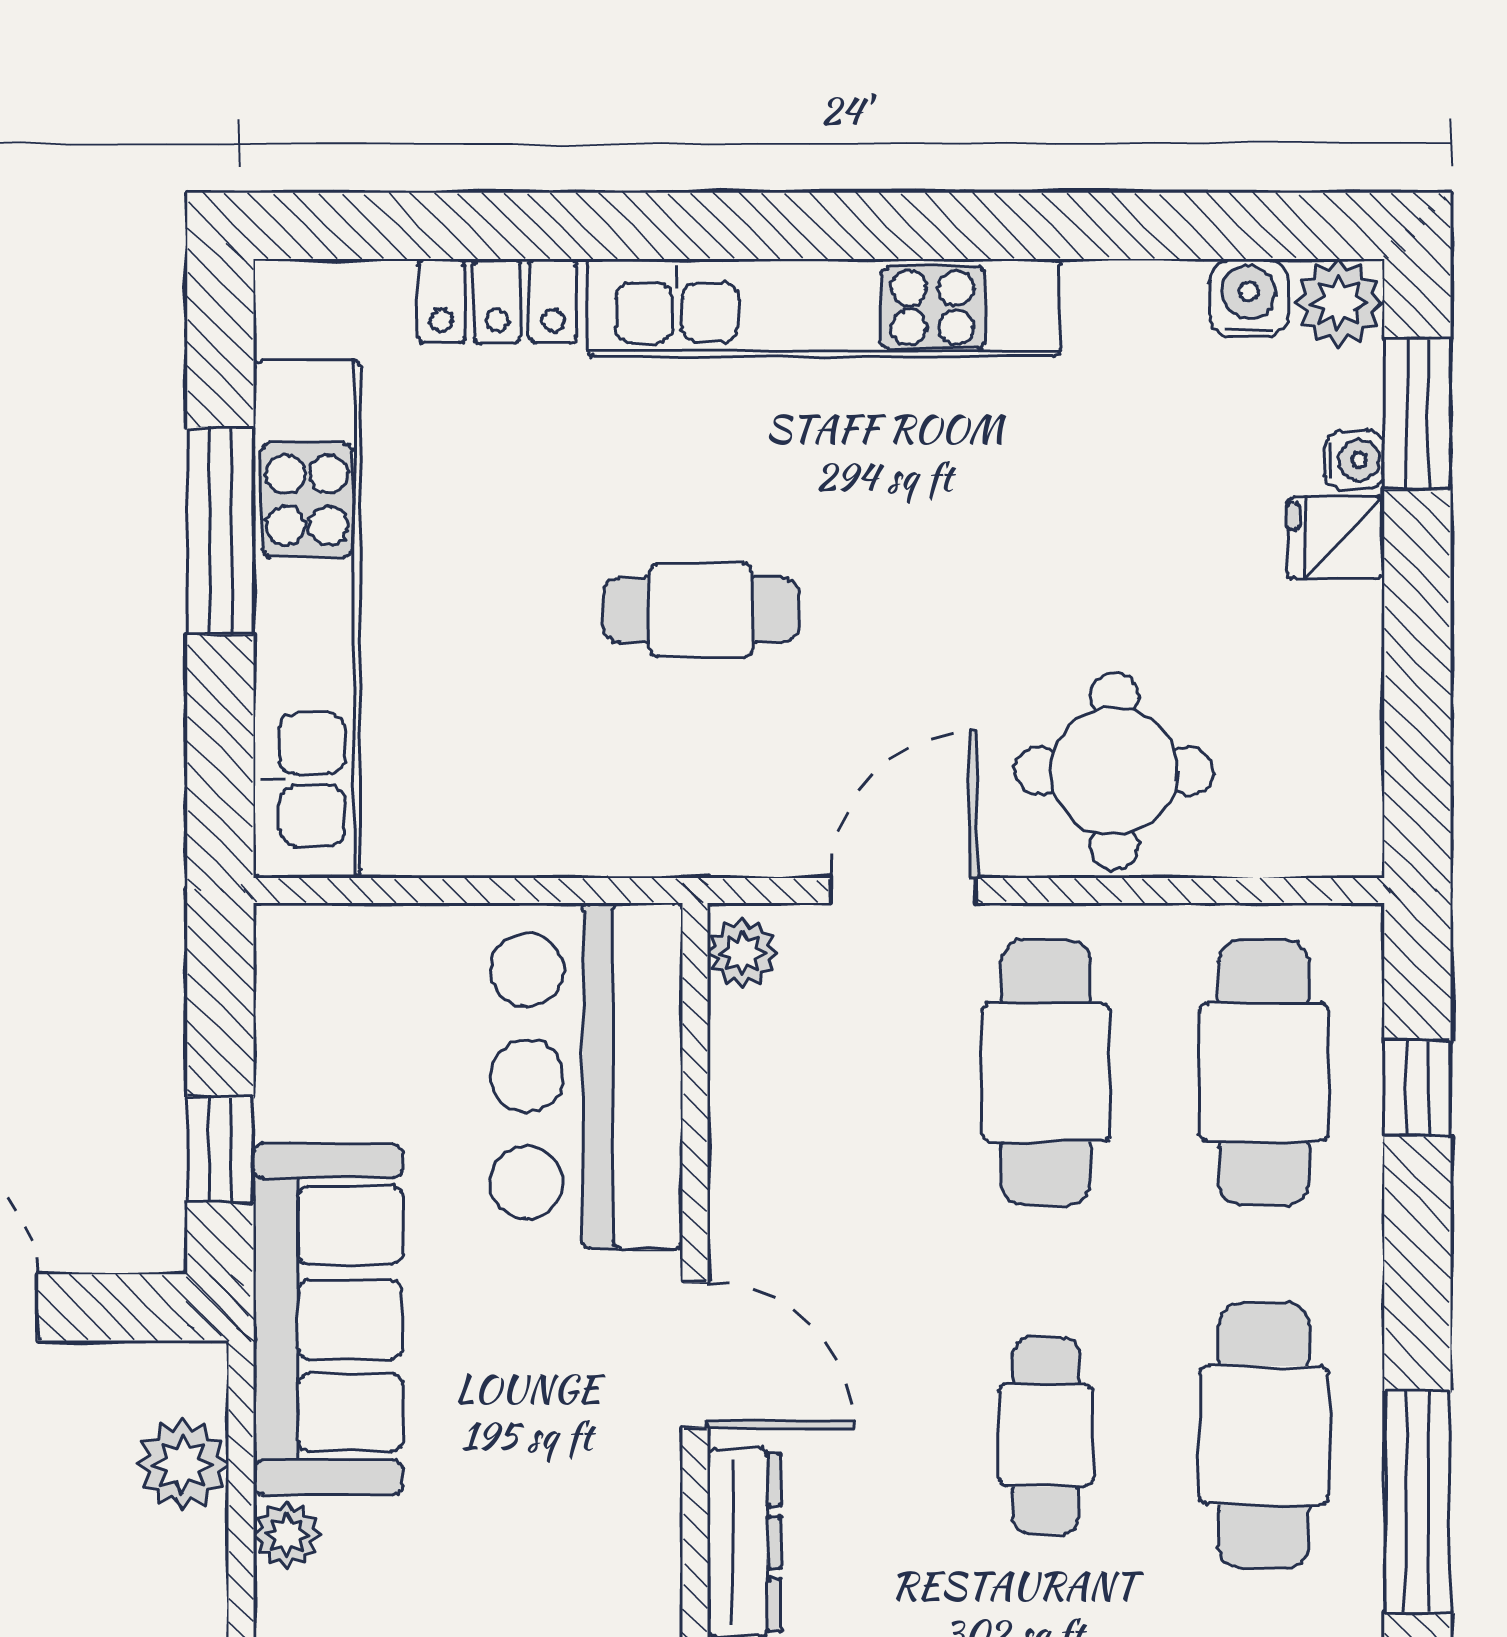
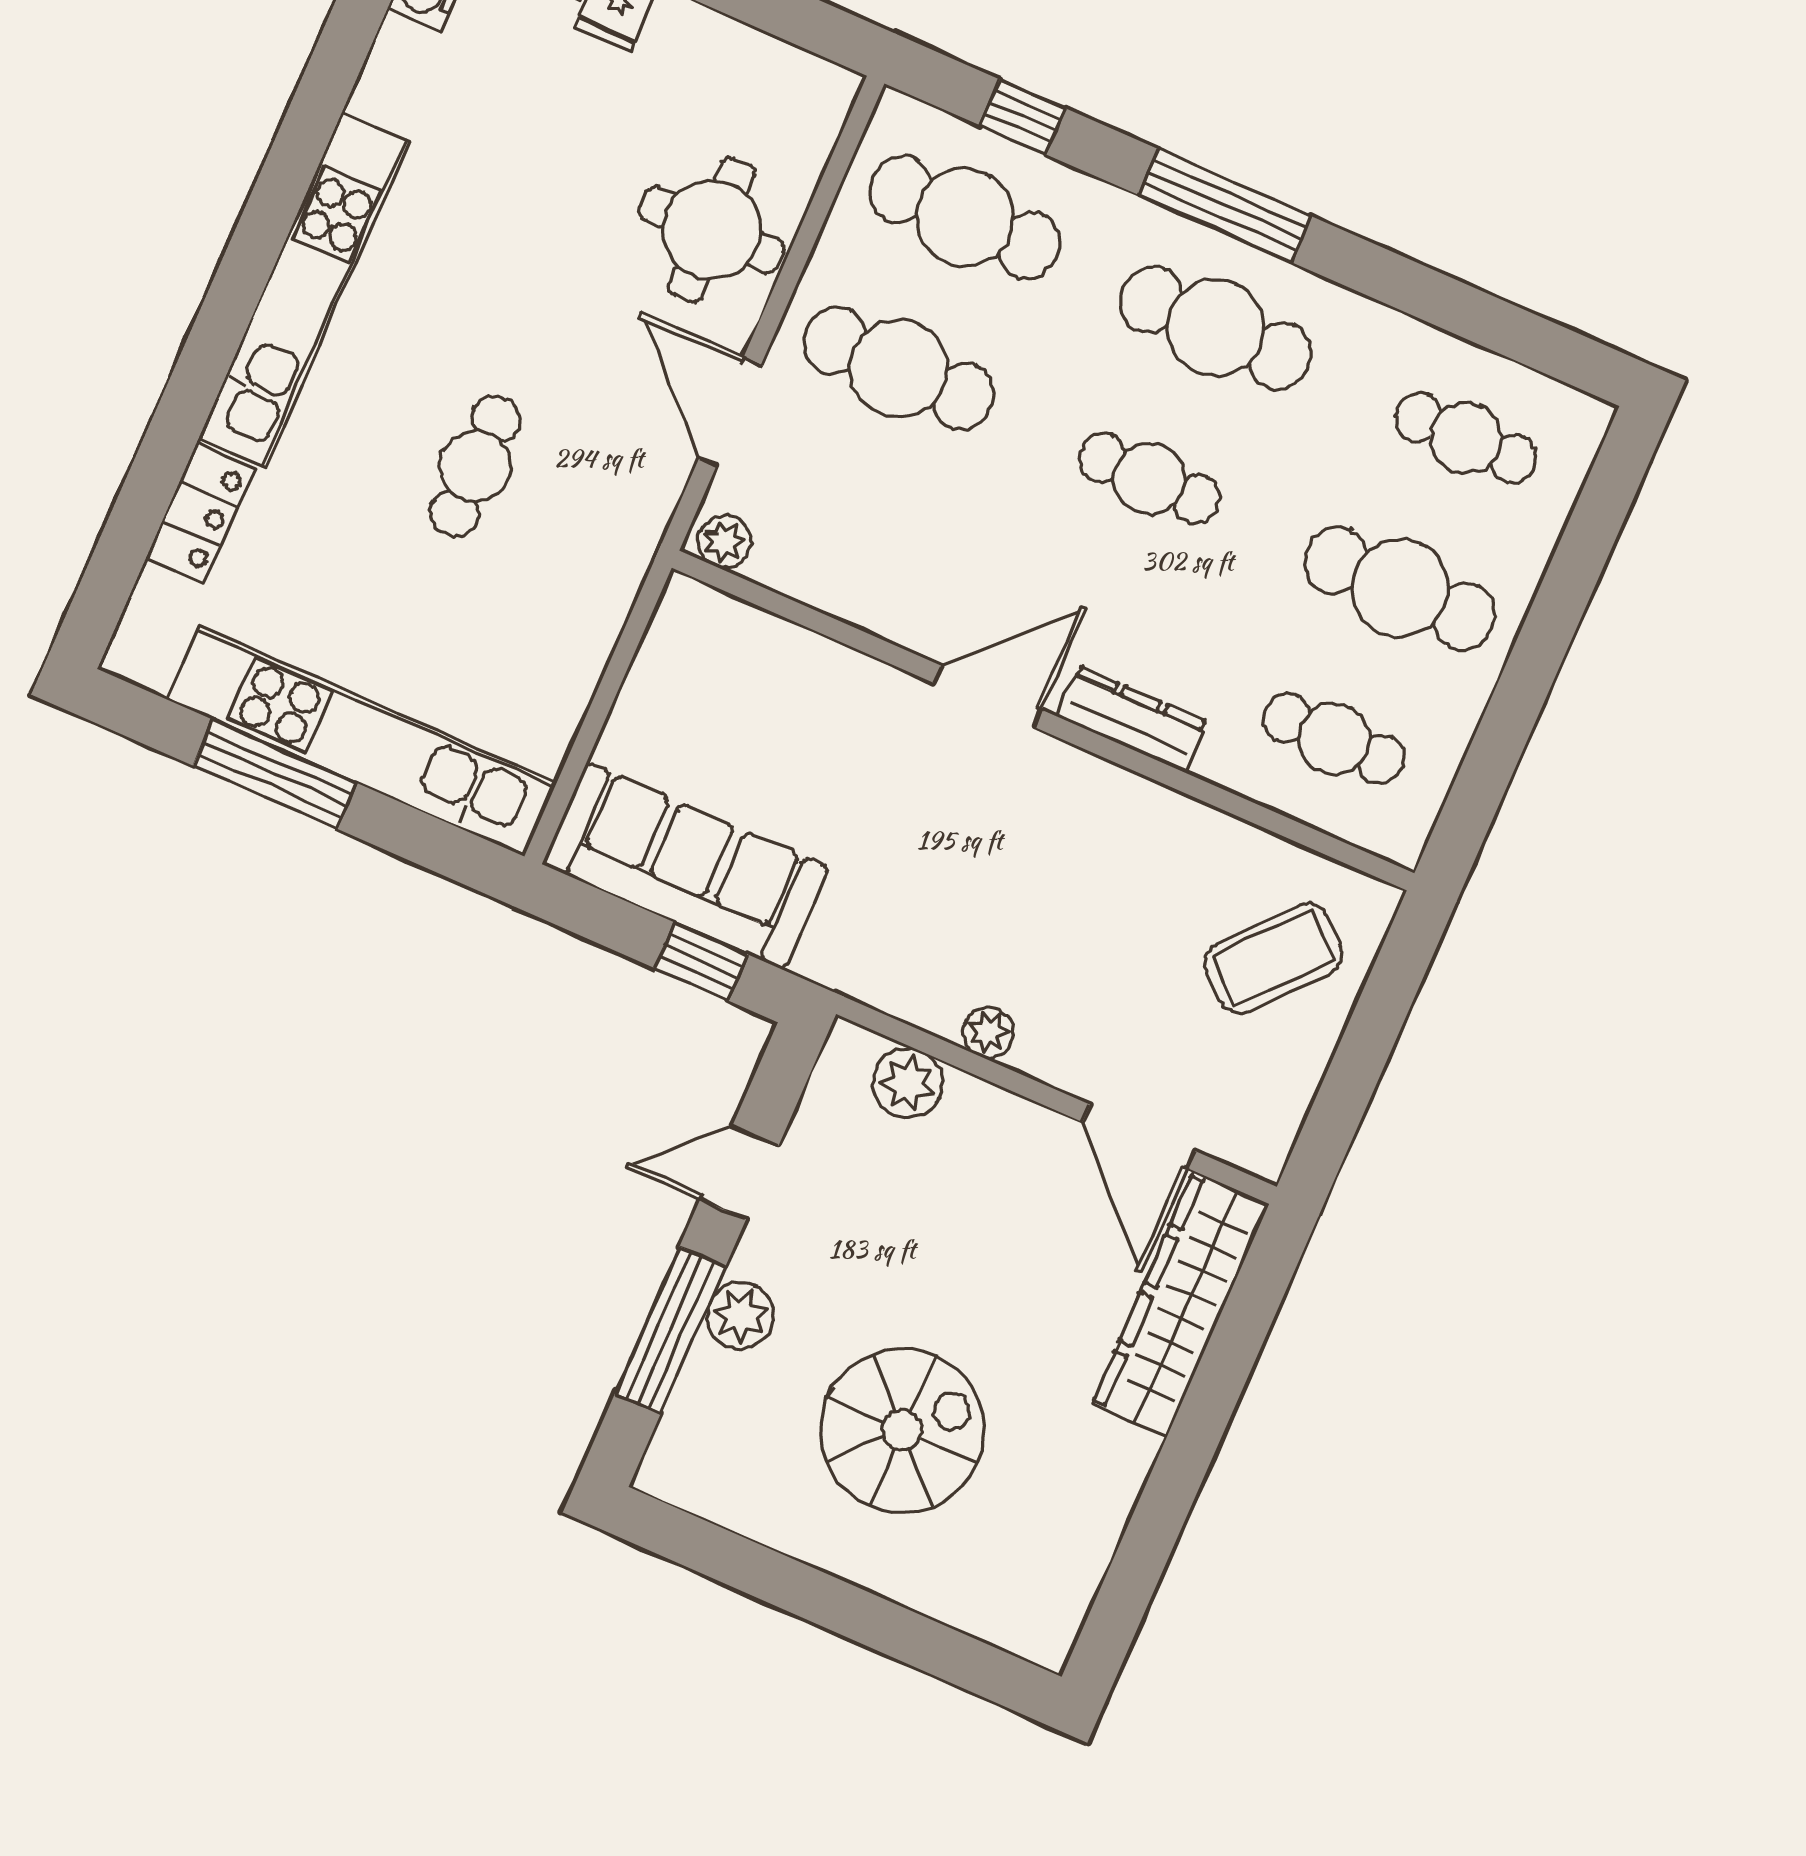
bar counter: (586, 1076) -> (762, 687), removed
sofa: (328, 1319) -> (685, 866), moved
window: (1417, 1501) -> (1225, 205), moved

